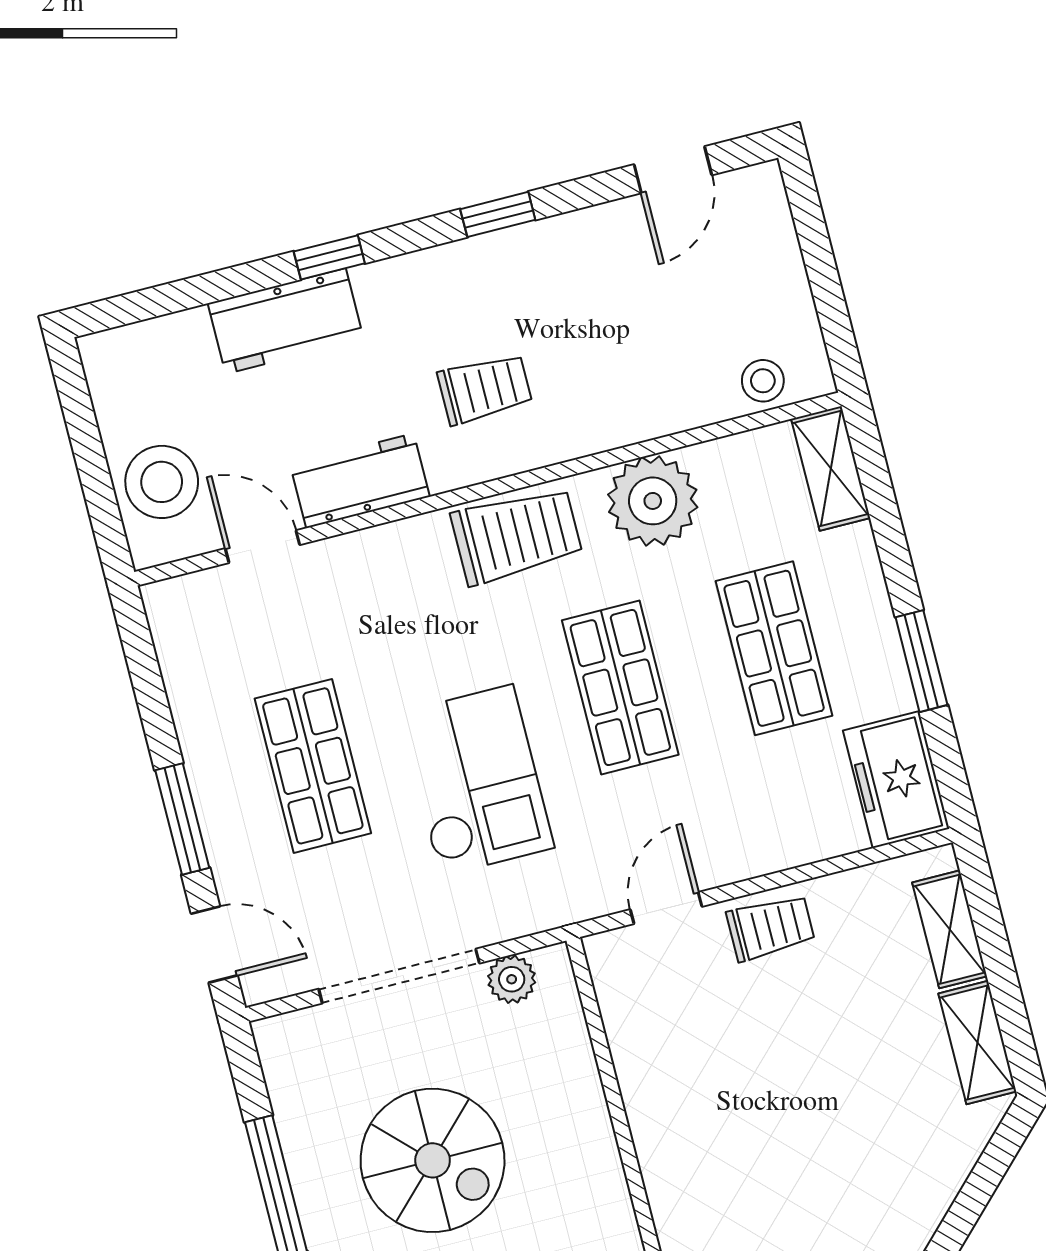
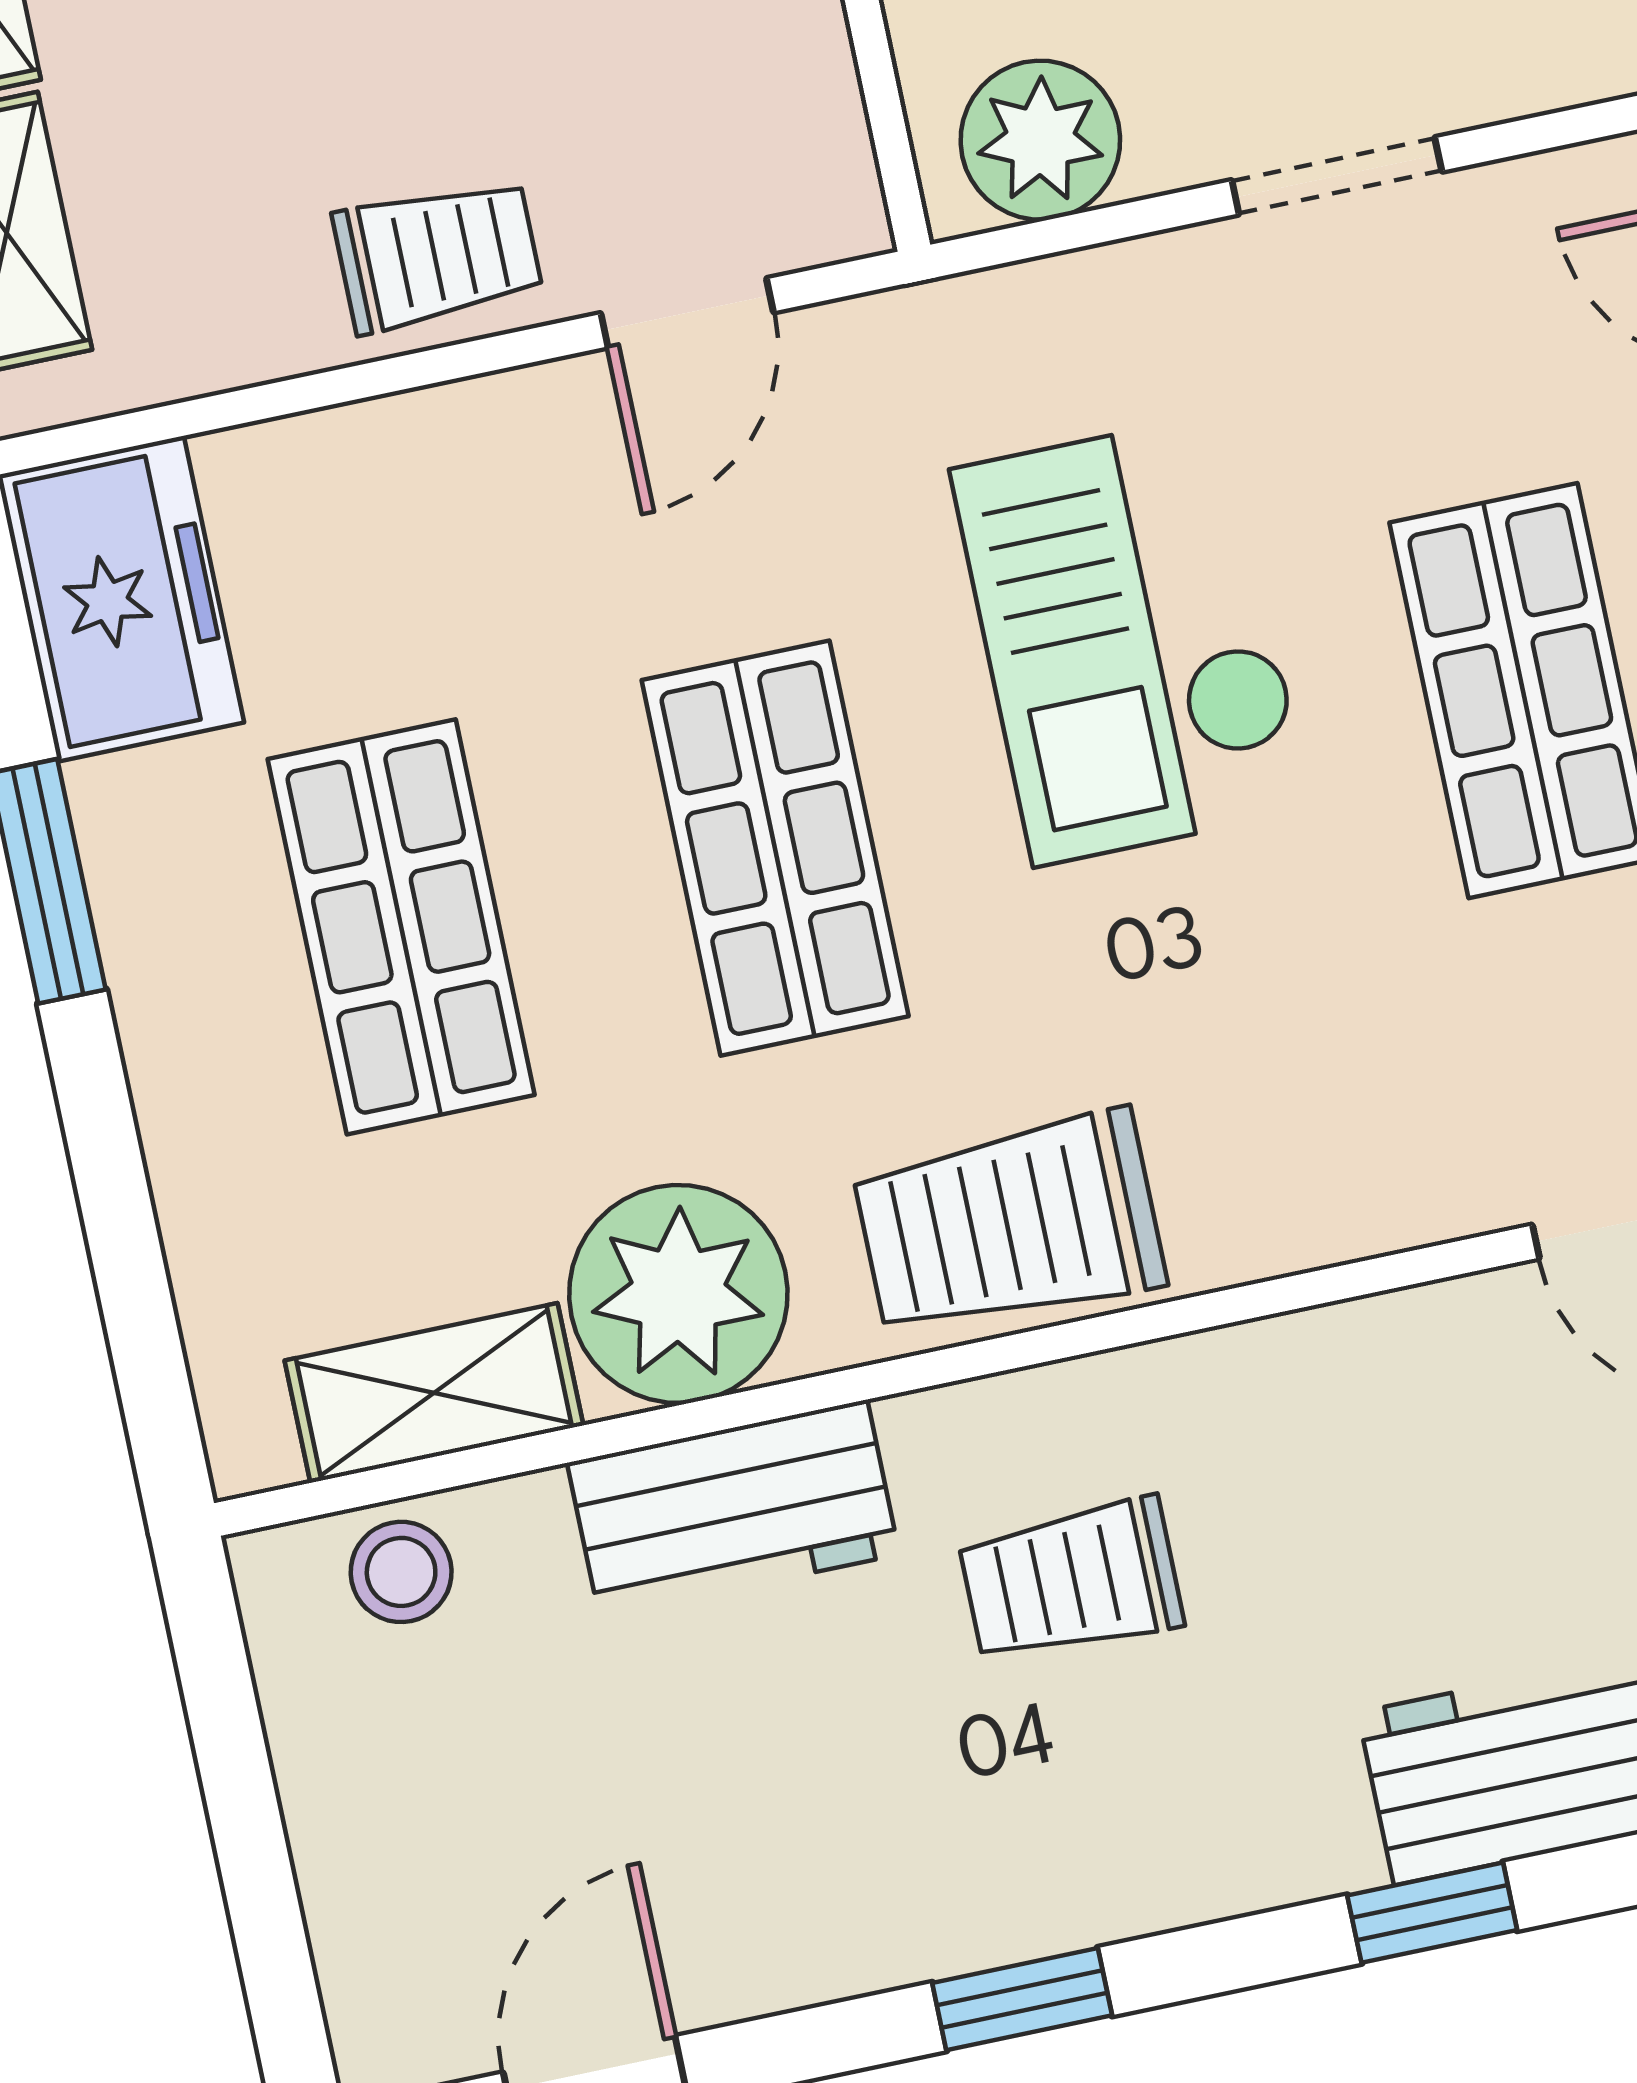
shelving: (831, 468) -> (434, 1393), moved, turned 90
workbench: (360, 481) -> (733, 1509), moved
trolley: (771, 928) -> (438, 255), turned 180
doorway: (399, 976) -> (1337, 176), width x0.53
plant: (512, 979) -> (1040, 140), width x1.38, depth x1.38

